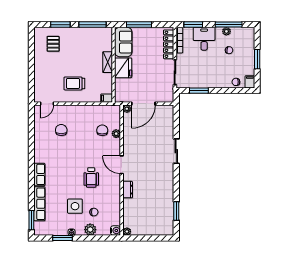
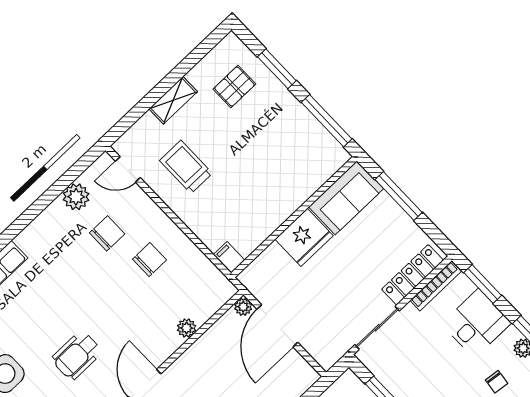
shelving: (108, 62) -> (173, 100), moved
trolley: (74, 83) -> (186, 167), moved
door: (143, 104) -> (277, 326), hinge flipped
plant: (40, 129) -> (76, 197), added
chair: (102, 130) -> (149, 260), moved

